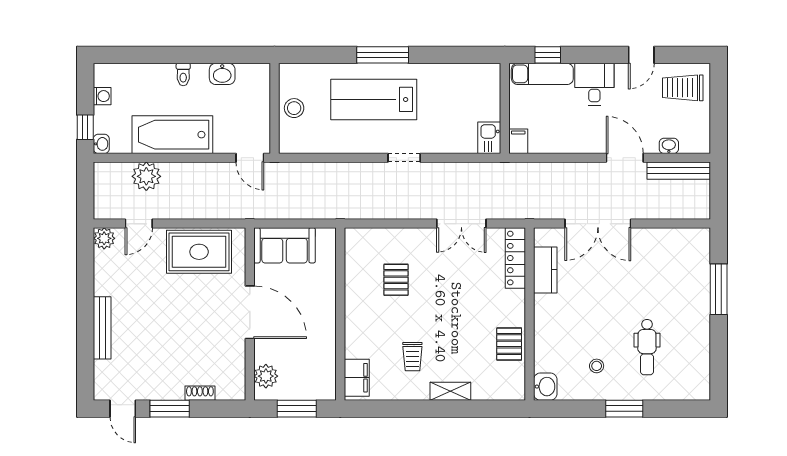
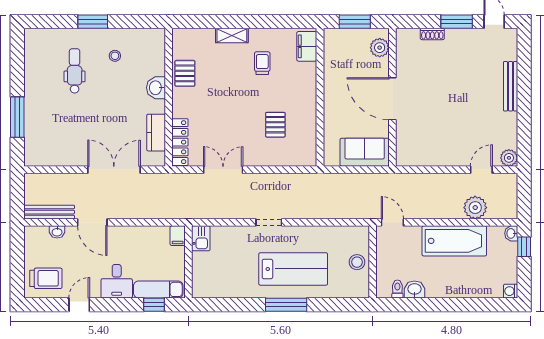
toilet: (183, 74) -> (397, 289), moved
washing machine: (102, 96) -> (511, 291), moved
rug: (199, 252) -> (433, 147), removed
washbasin: (545, 387) -> (156, 88), moved

